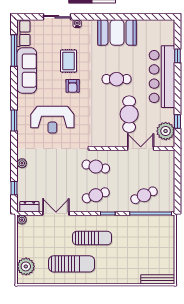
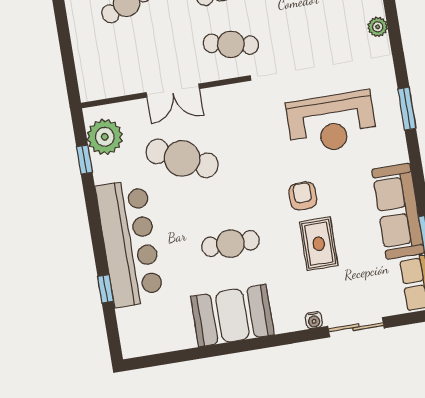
cafe table: (117, 79) -> (230, 244), moved
cafe table: (129, 114) -> (182, 158), turned -65
reception desk: (52, 120) -> (332, 123), turned 180
double door: (141, 148) -> (173, 91), moved

